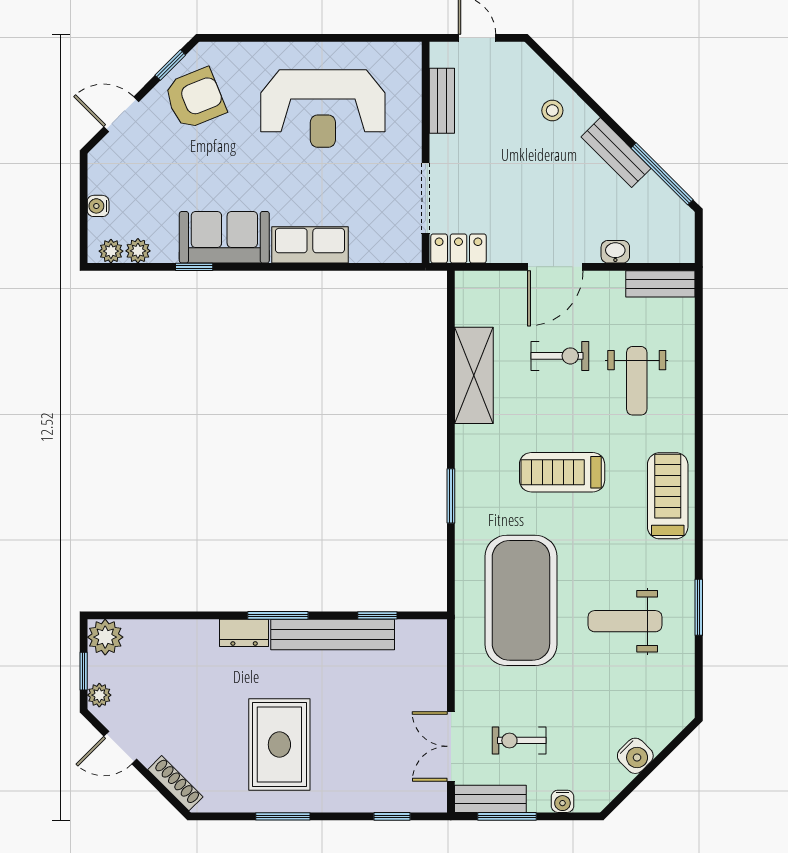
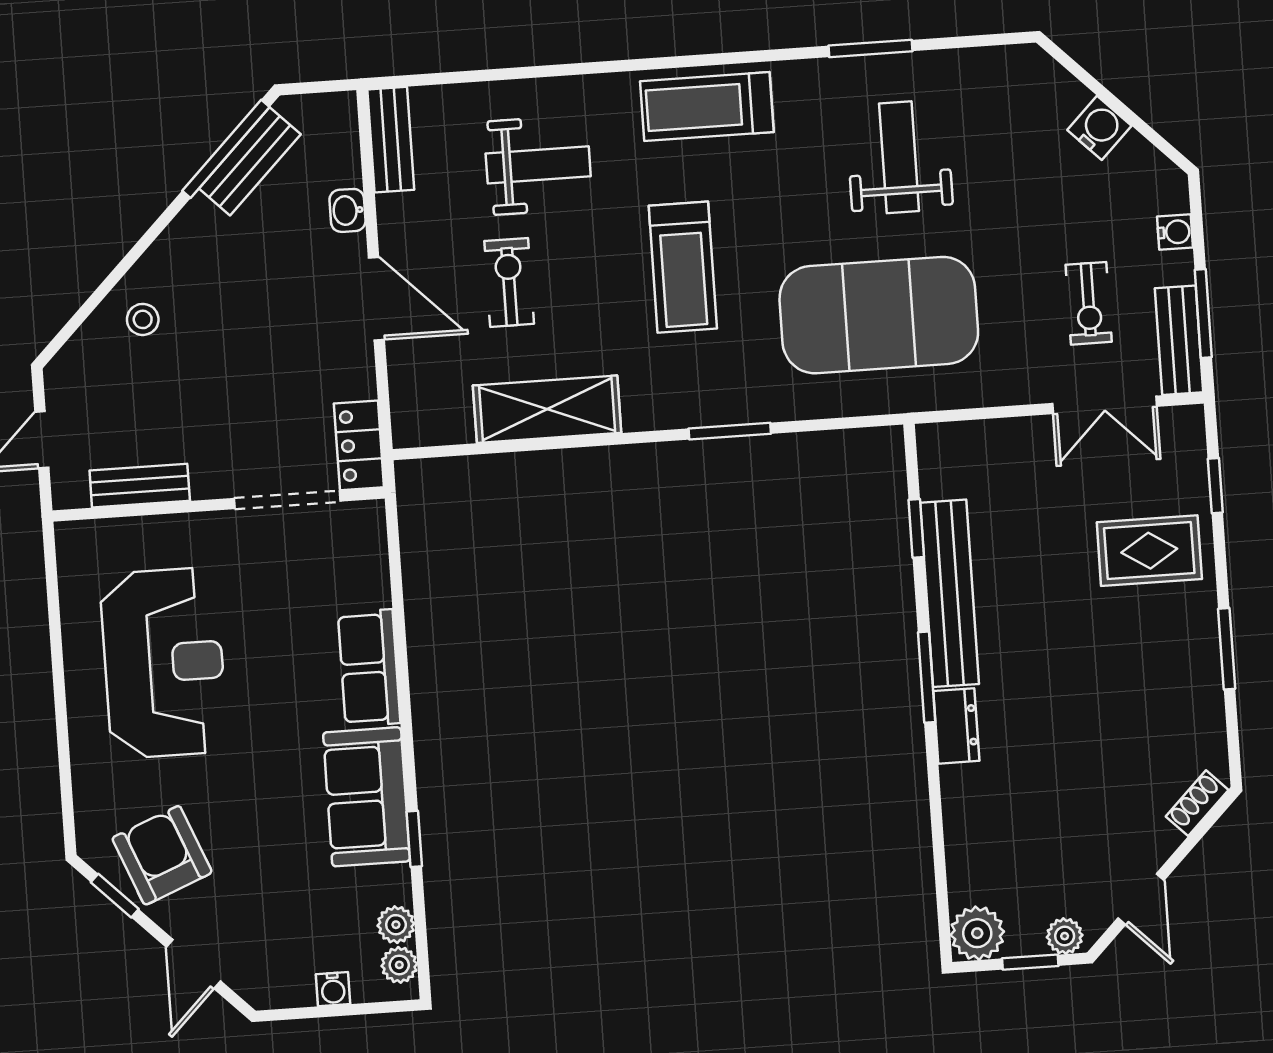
bench: (616, 153) -> (250, 161), moved
weight bench: (625, 621) -> (899, 157), turned 180
rug: (279, 745) -> (1149, 551), moved, width x0.73, depth x0.70
shoe rack: (175, 783) -> (1197, 803), width x0.70

